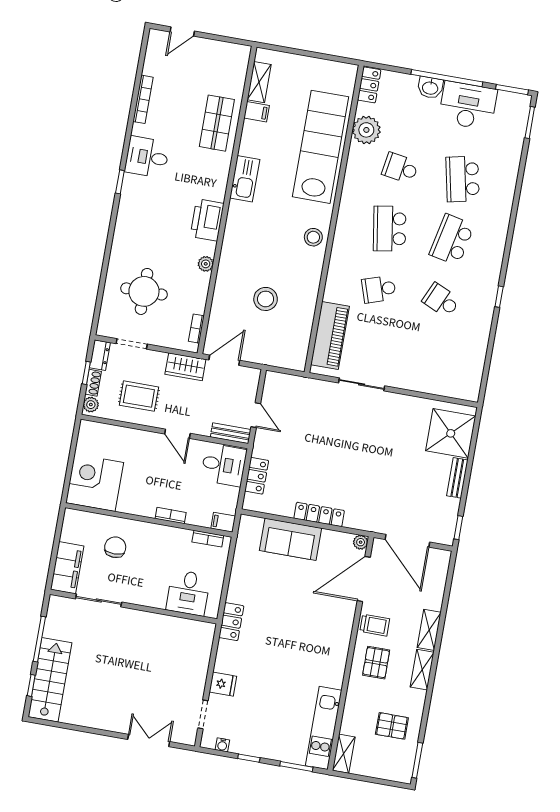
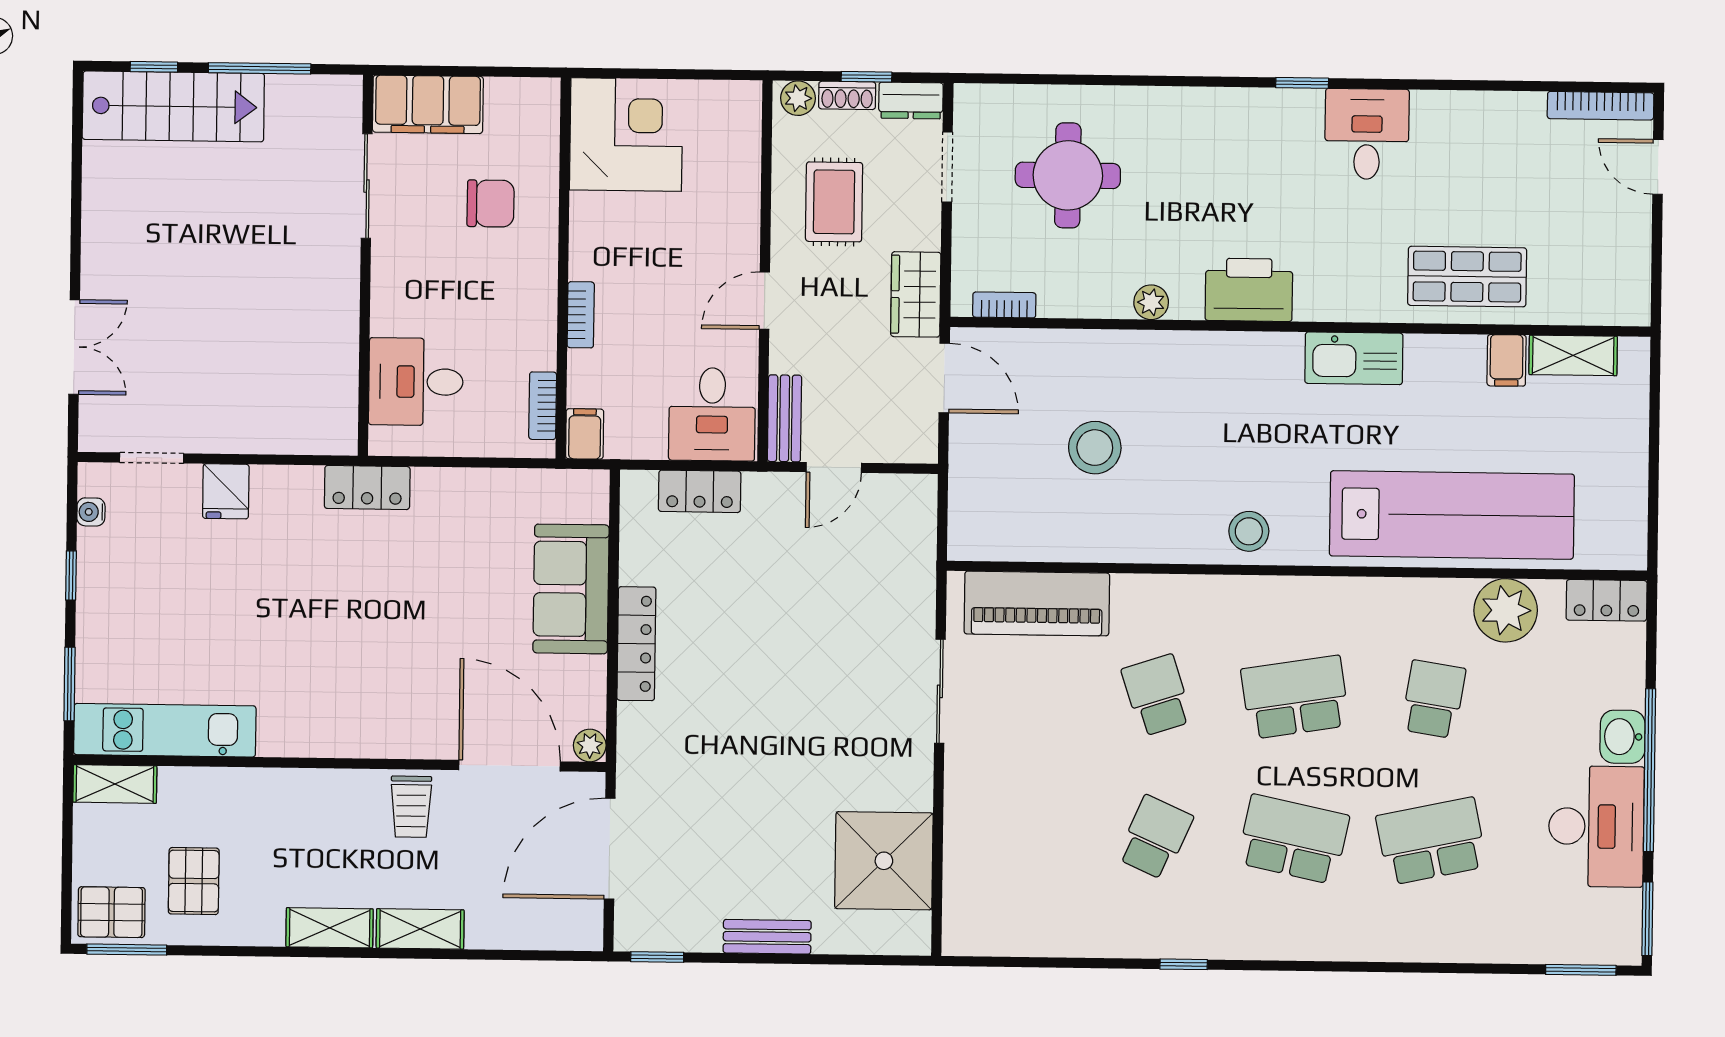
bookcase: (143, 99) -> (1601, 106), moved
shower: (451, 433) -> (884, 861), moved
pallet: (376, 663) -> (111, 912), moved

